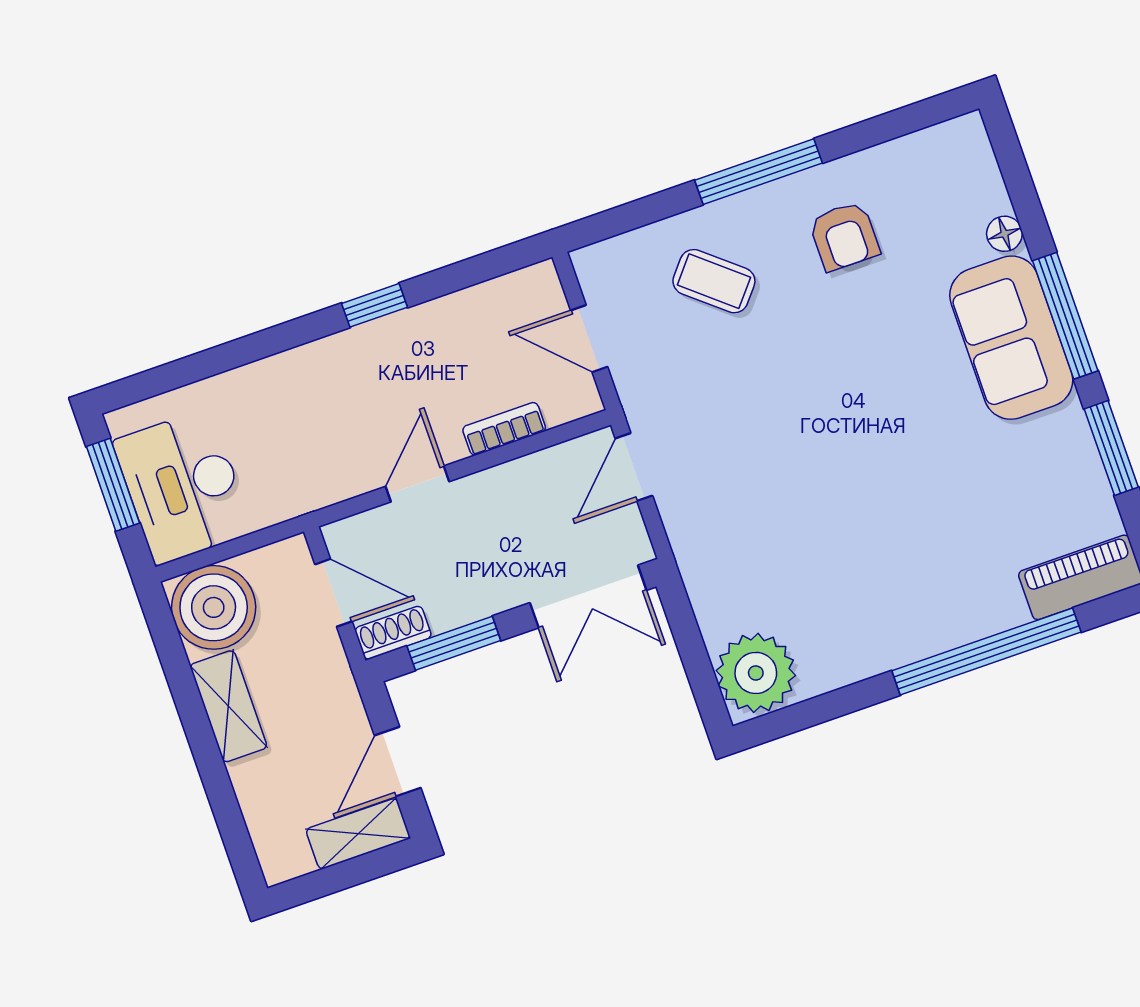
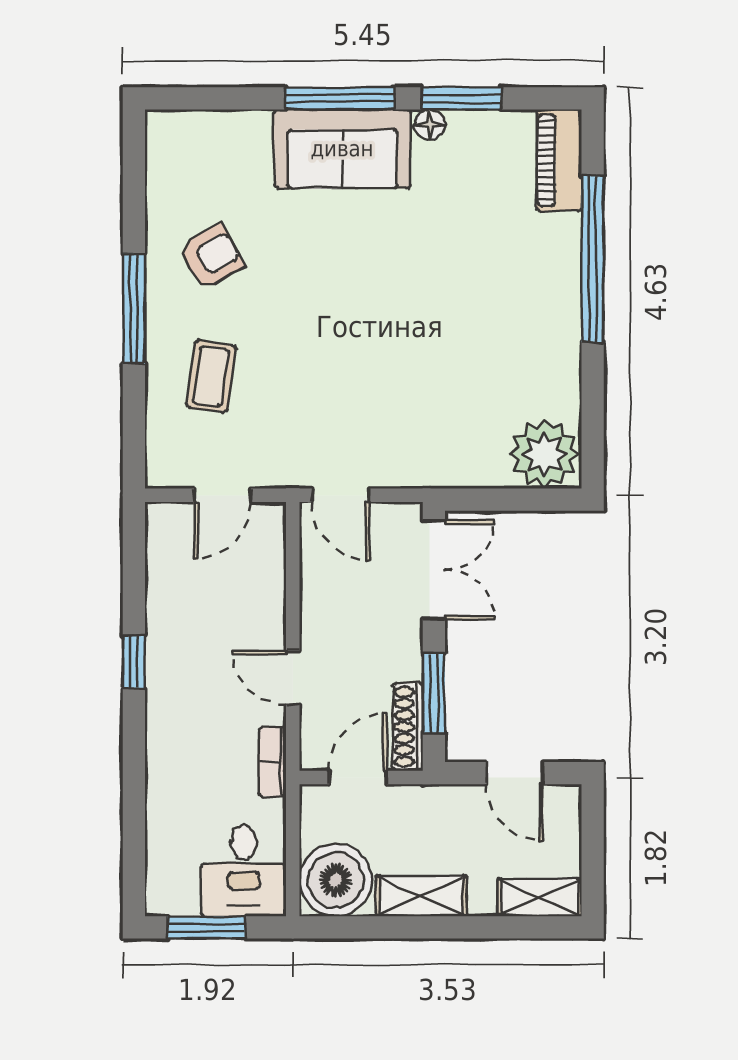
floor lamp: (1004, 234) -> (430, 125), moved
armchair: (844, 236) -> (211, 257), turned -30
coffee table: (714, 281) -> (211, 376), turned -32
bookcase: (504, 429) -> (272, 762), moved
desk: (183, 487) -> (244, 871), width x0.73
shoe rack: (393, 633) -> (408, 727), width x1.43
shelving: (358, 834) -> (540, 898), moved, turned 90

